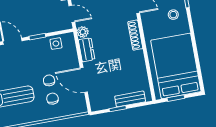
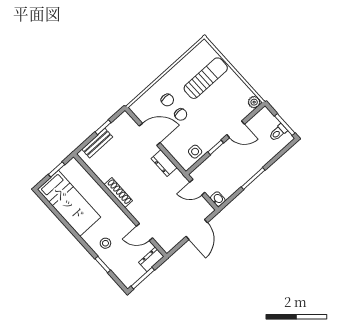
plant: (83, 32) -> (177, 177), removed
shoe rack: (135, 35) -> (118, 193), moved
bed: (176, 66) -> (69, 203), width x0.67

